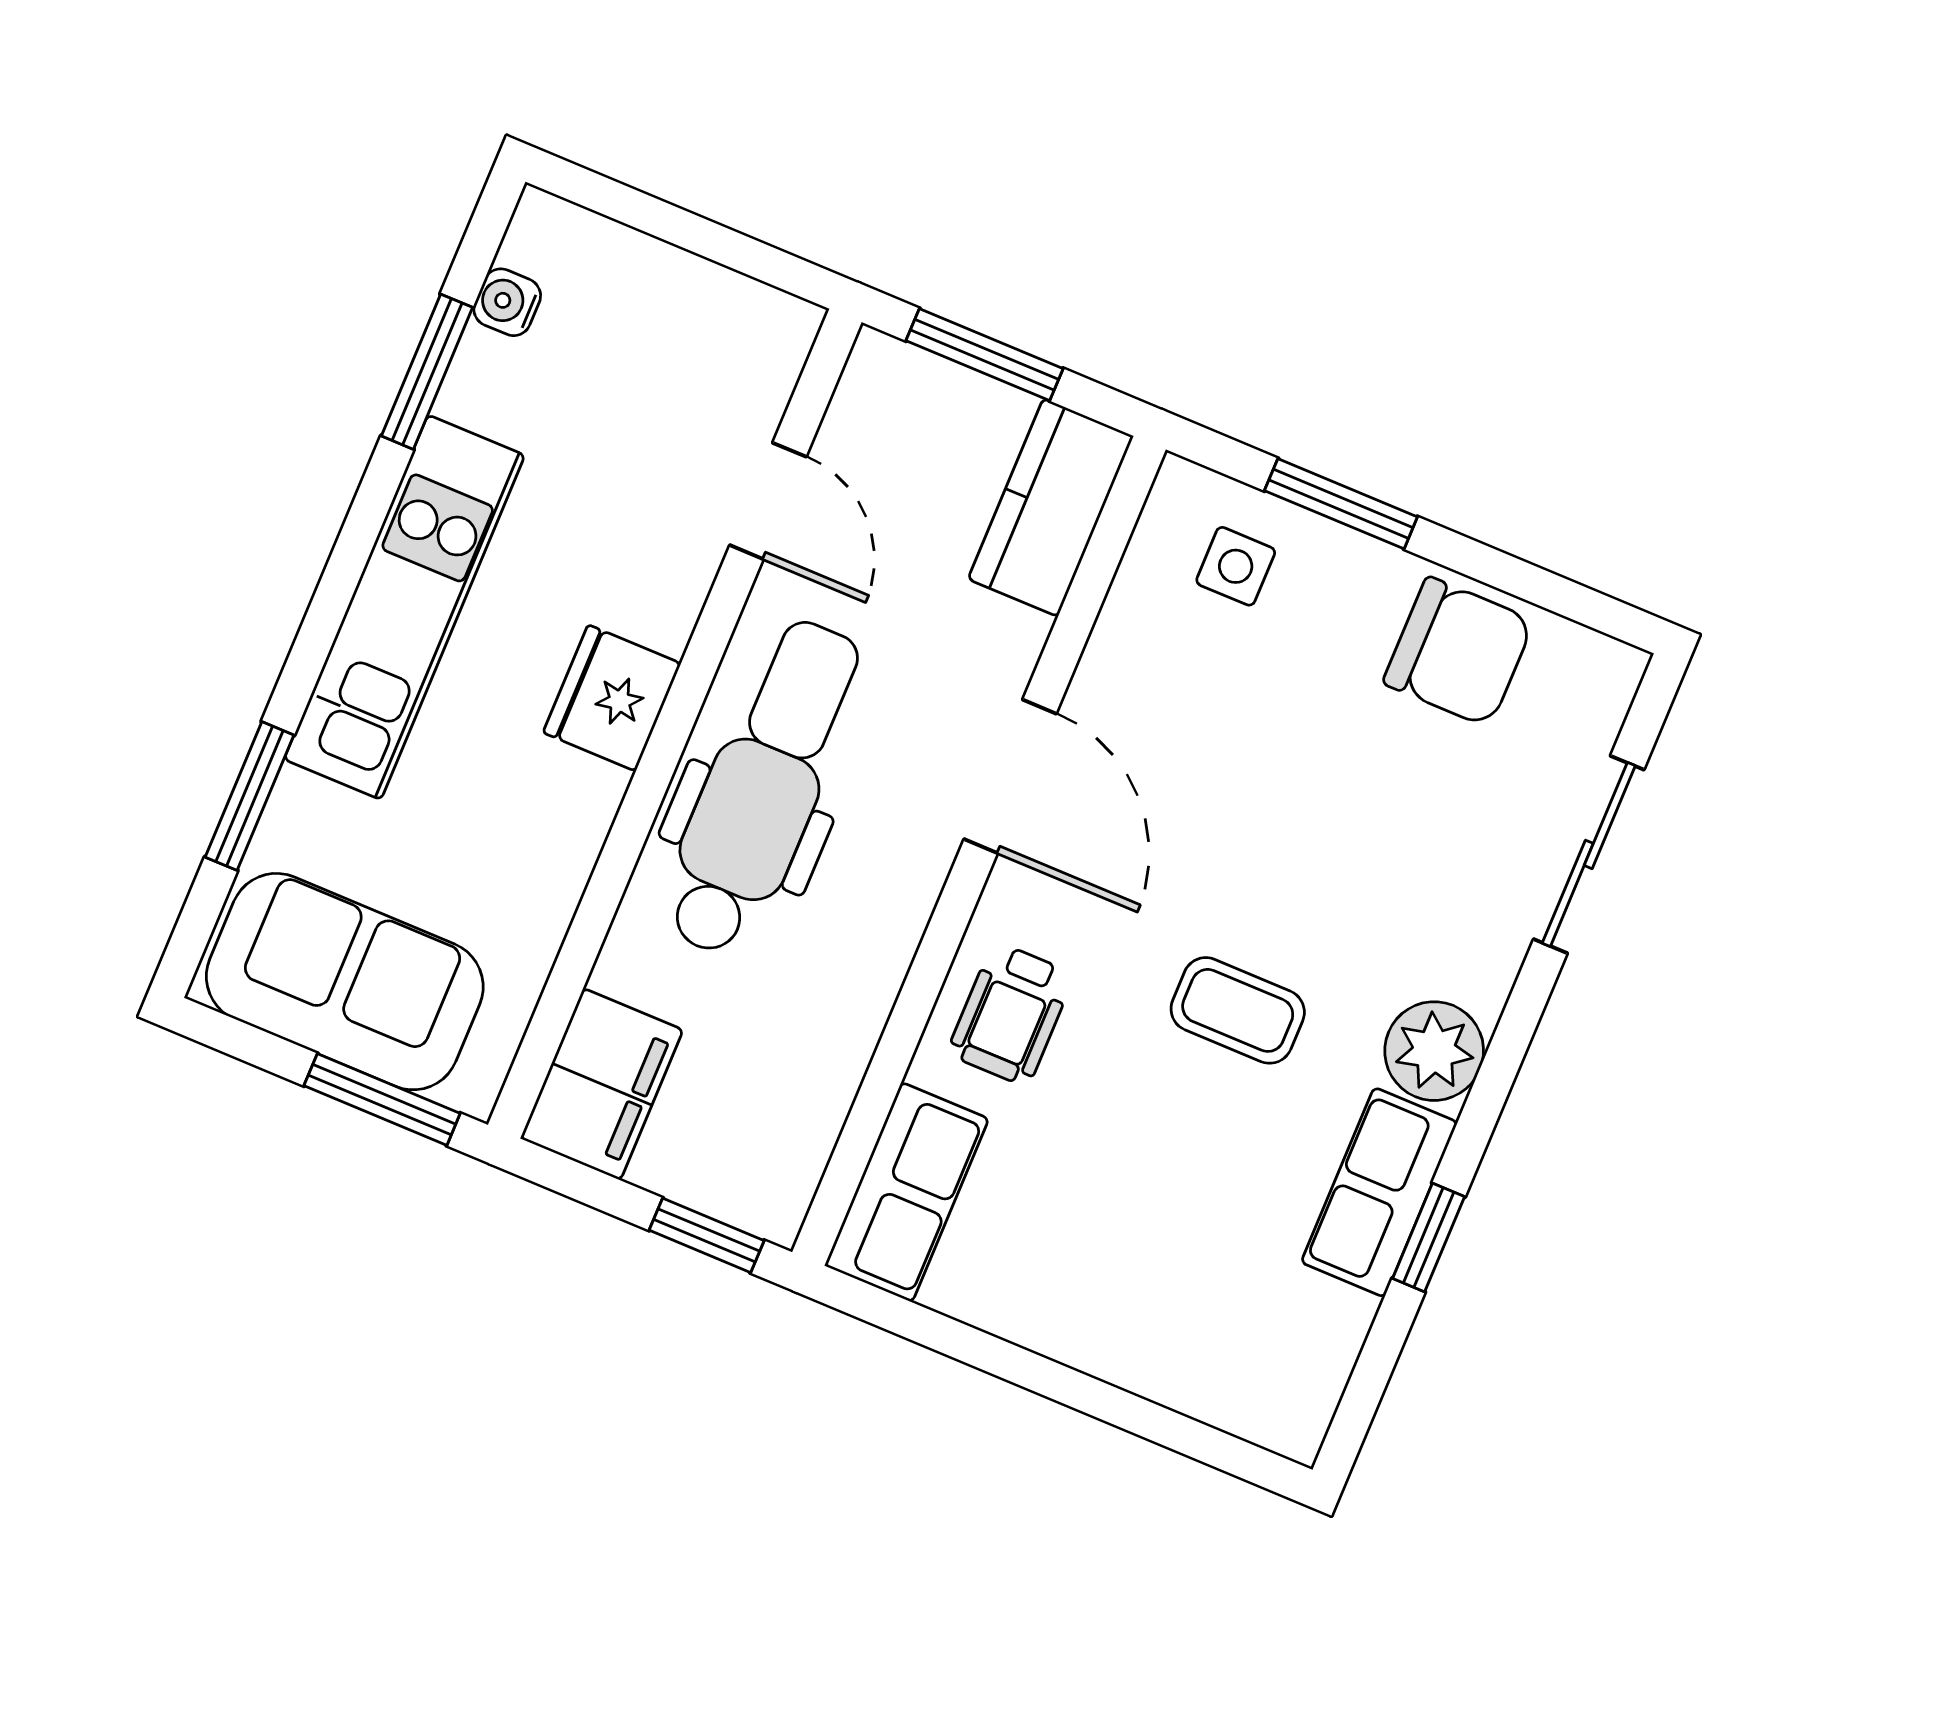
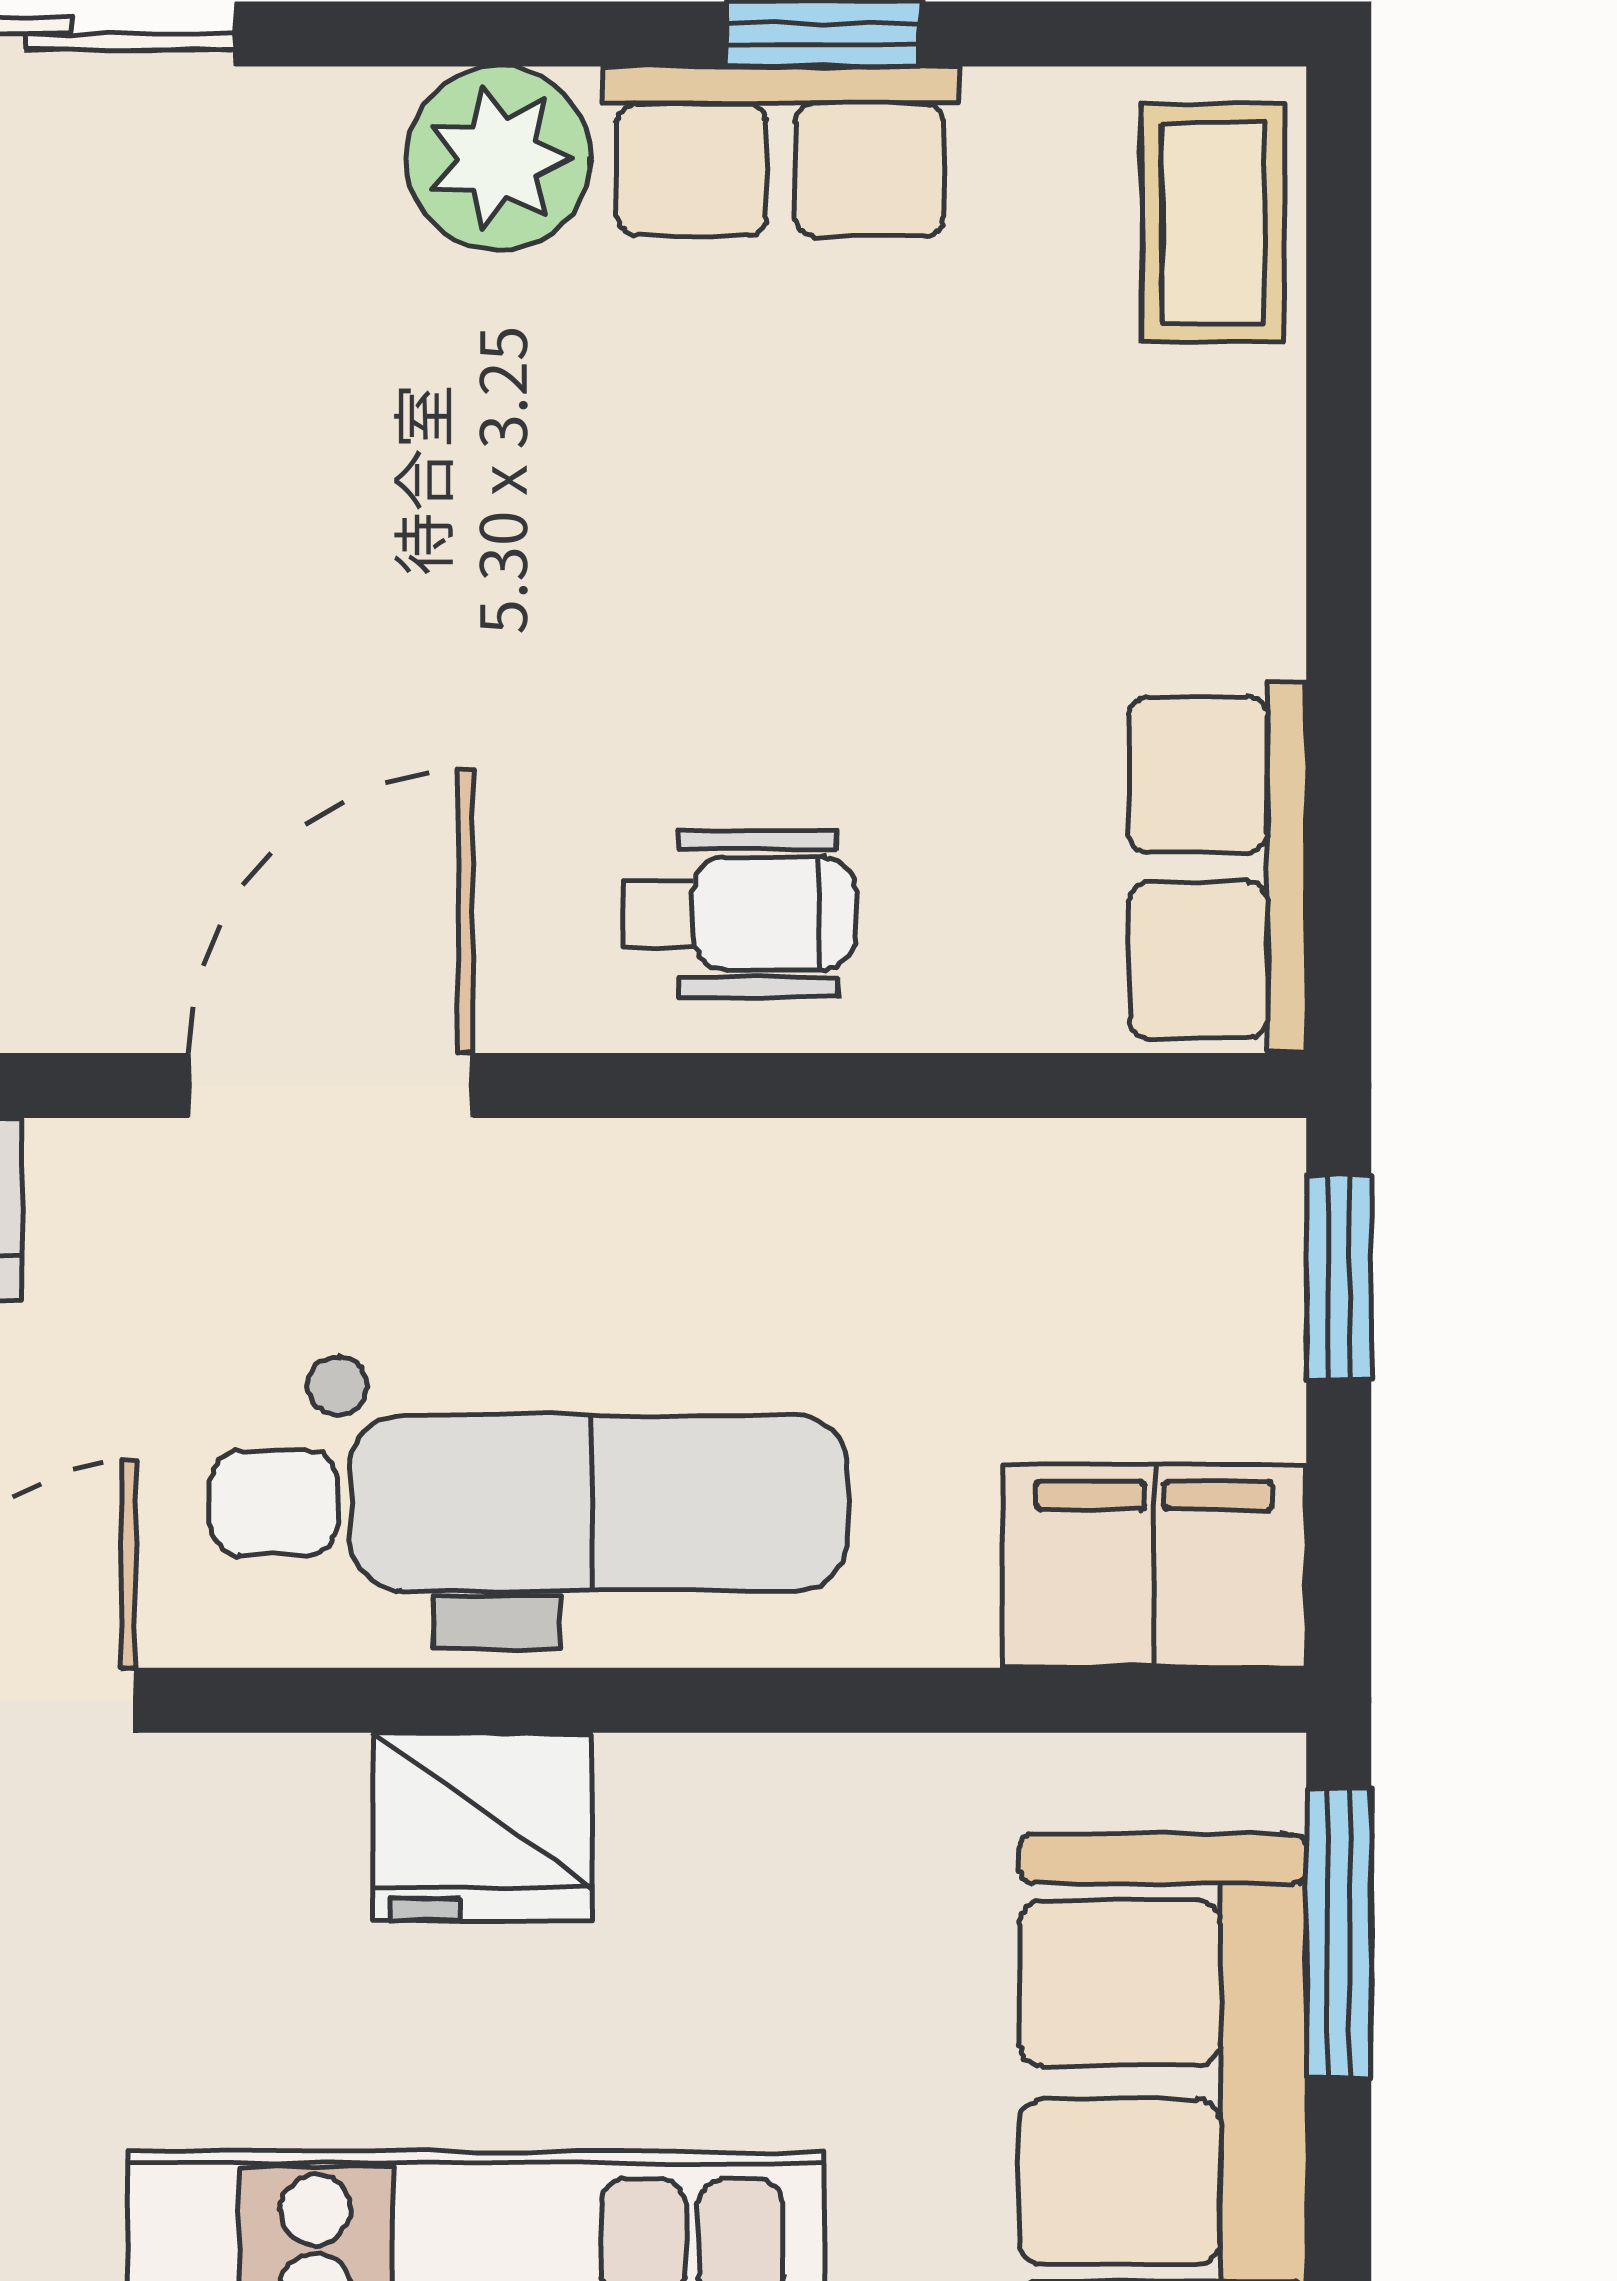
dental chair: (763, 788) -> (529, 1503), turned 180
coffee table: (1238, 1010) -> (1213, 223), moved
row of seats: (907, 1192) -> (1218, 867), moved, turned -90

